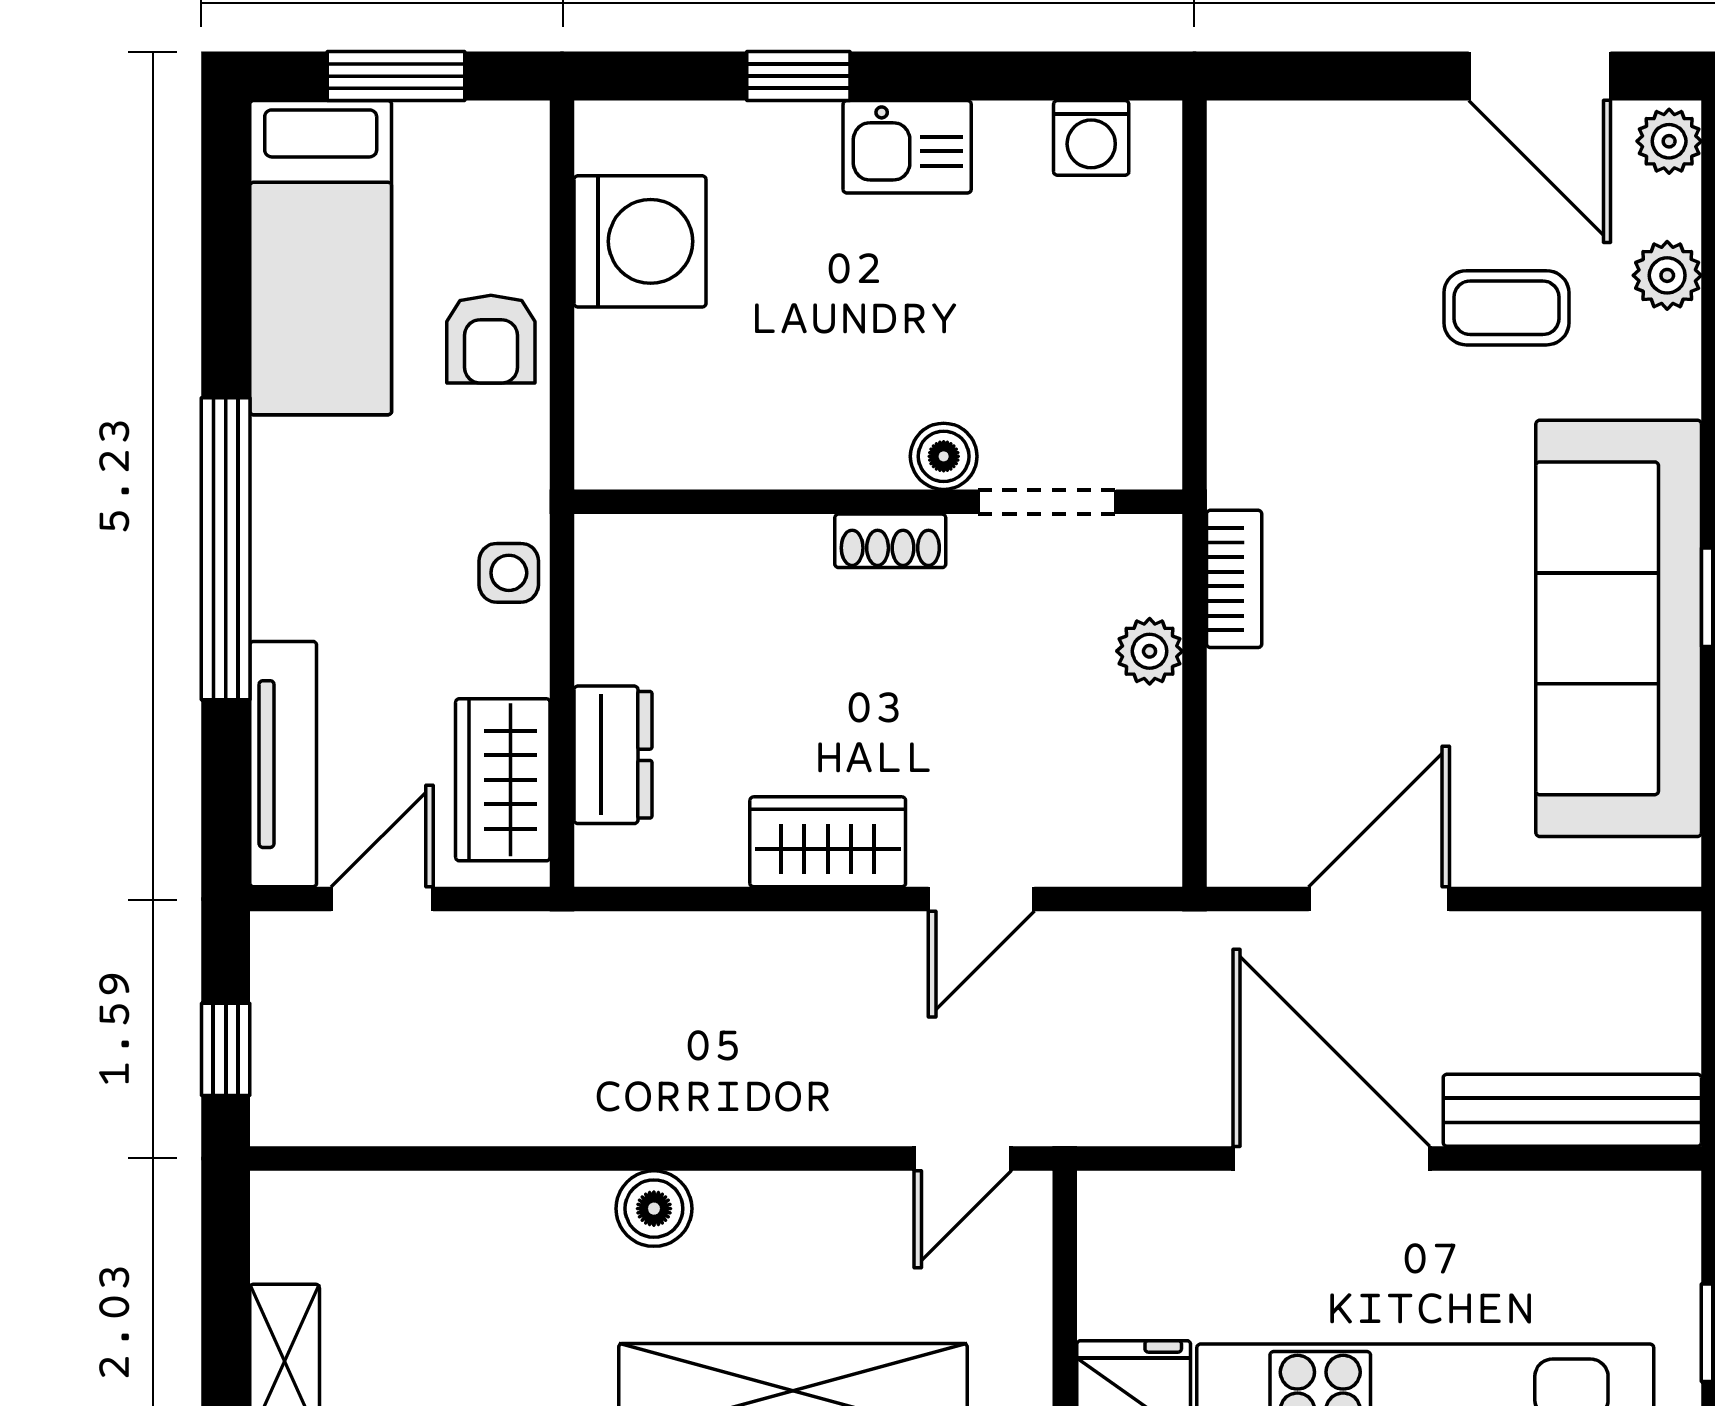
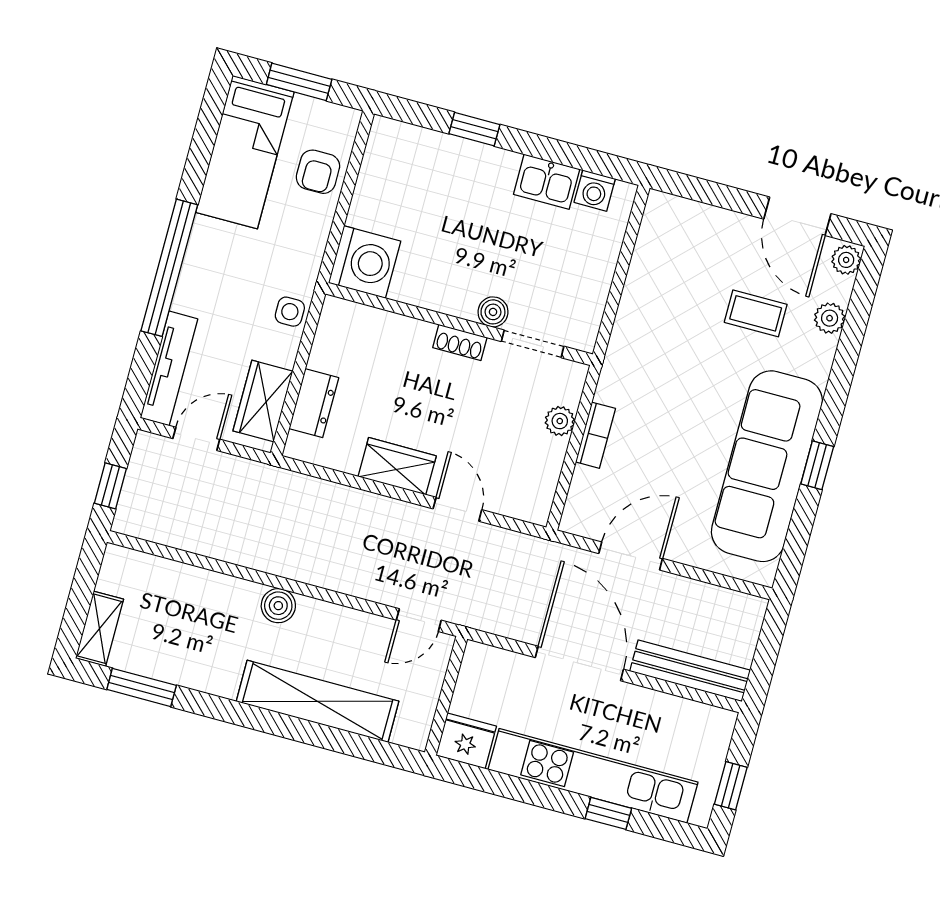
kitchen sink: (907, 147) -> (547, 182), moved
washing machine: (640, 241) -> (365, 262), moved
armchair: (491, 339) -> (318, 172), moved
bookcase: (1234, 579) -> (596, 435), moved
door: (981, 899) -> (457, 509), swing flipped

